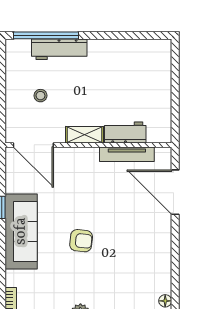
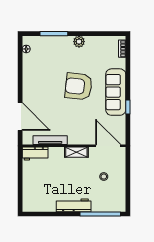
workbench: (59, 49) -> (74, 205), moved
workbench: (125, 133) -> (35, 154), moved
armchair: (81, 241) -> (79, 86), width x1.88, depth x1.88

